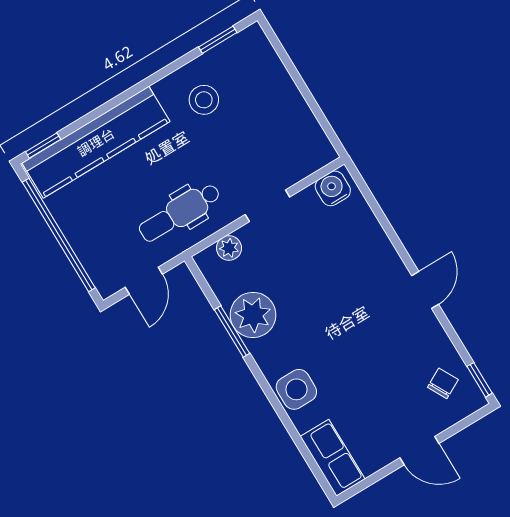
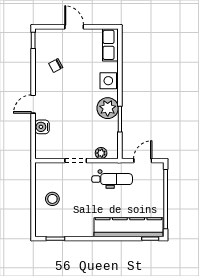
stool: (204, 100) -> (52, 199), moved
water cooler: (333, 188) -> (42, 127), moved, turned 90
door: (425, 290) -> (33, 104), moved
plant: (253, 315) -> (108, 108), moved
chair: (443, 383) -> (56, 65), moved

